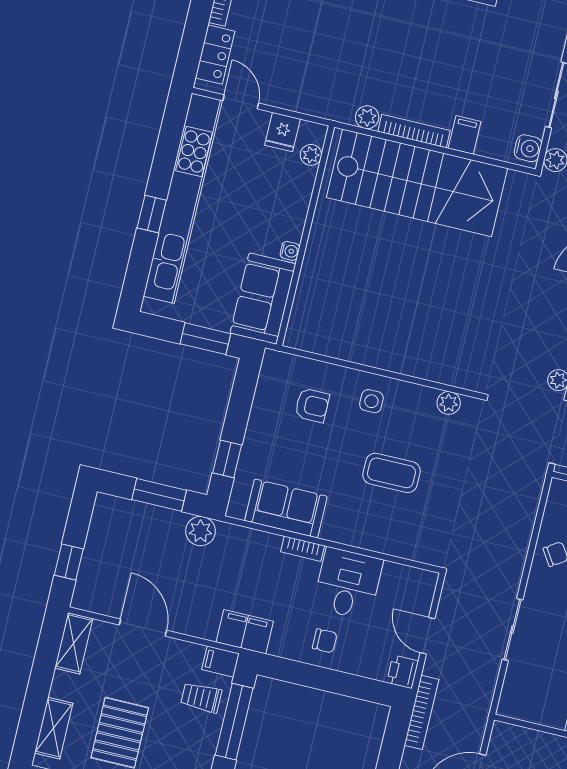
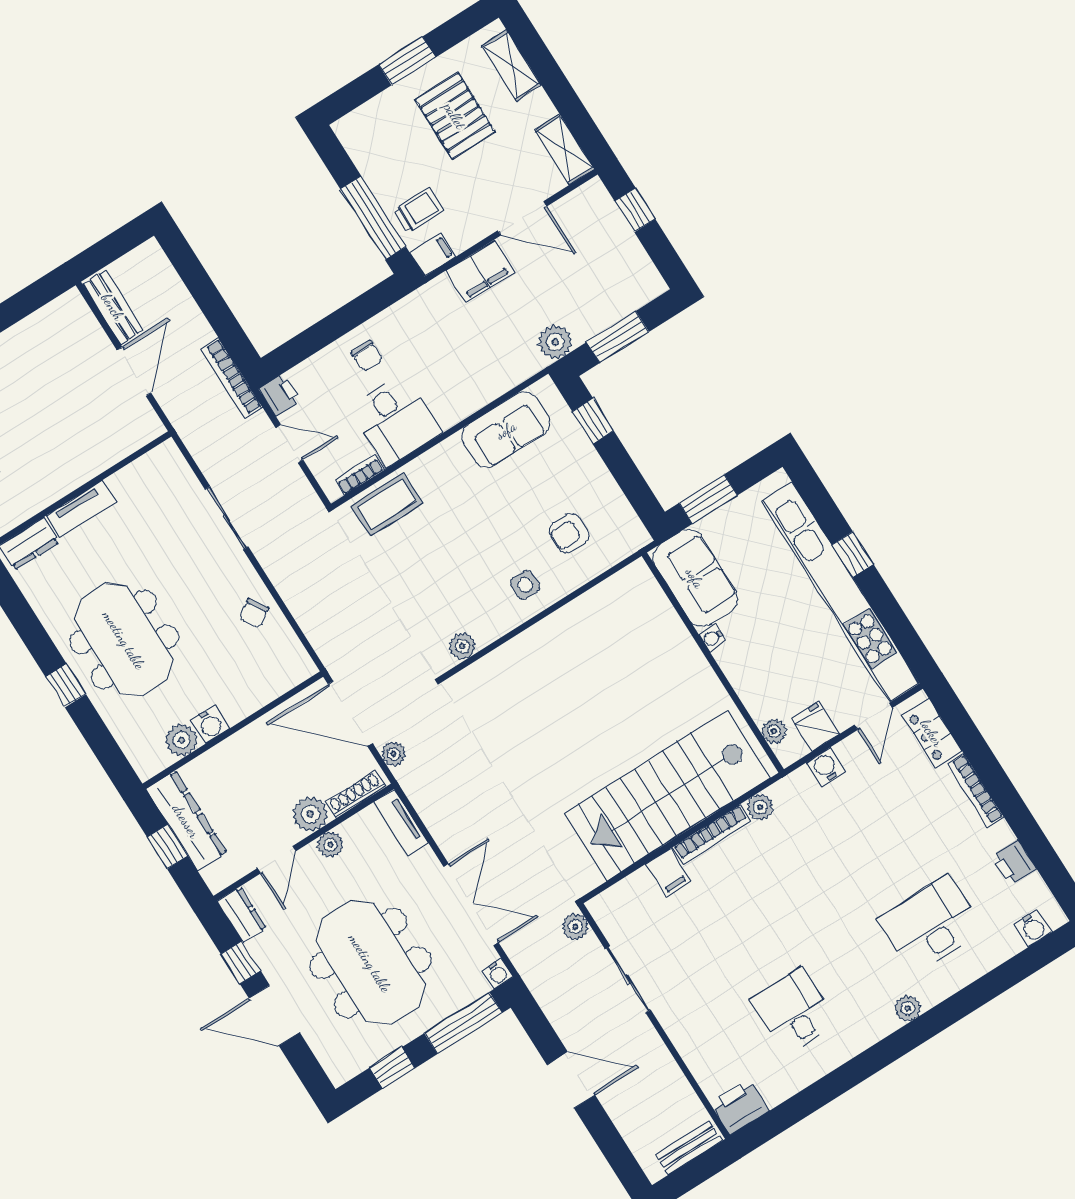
door: (241, 102) -> (873, 716), hinge flipped
water cooler: (528, 148) -> (826, 767), moved, turned 90
coffee table: (391, 473) -> (387, 504), moved
bookcase: (303, 549) -> (359, 475), moved
filing cabinet: (245, 632) -> (480, 271), moved
chair: (325, 641) -> (367, 356), turned -90

